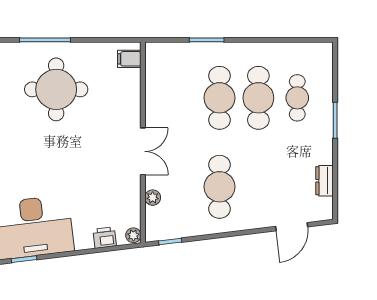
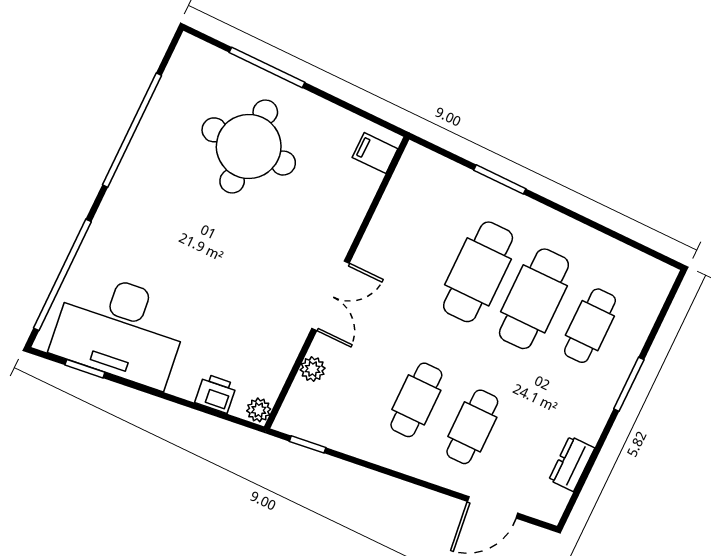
cafe table: (219, 187) -> (416, 400), width x0.73, depth x0.74
cafe table: (258, 187) -> (472, 427), added

